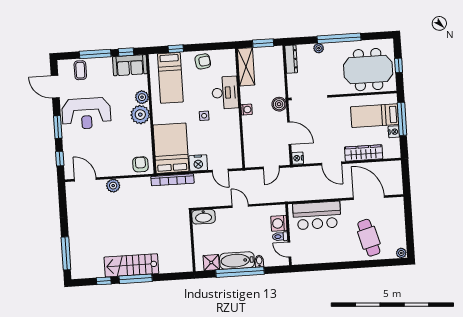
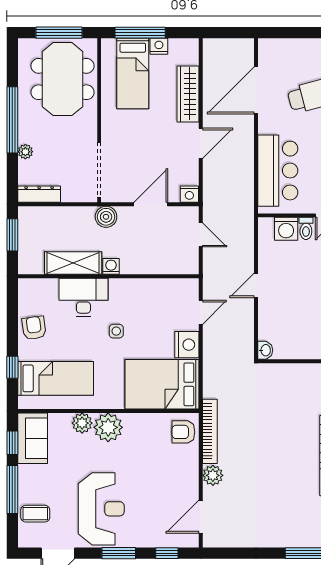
window: (399, 65) -> (59, 33), width x2.17
shelving: (246, 67) -> (73, 263), moved
bookcase: (173, 180) -> (210, 431), moved
washbasin: (204, 217) -> (265, 350), width x0.52, depth x0.69

